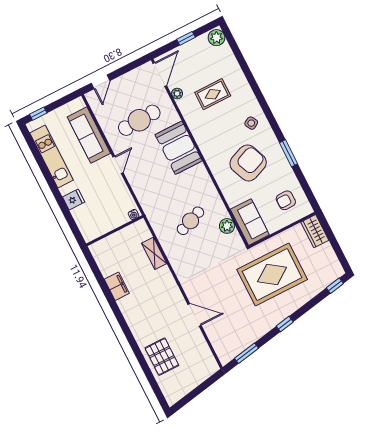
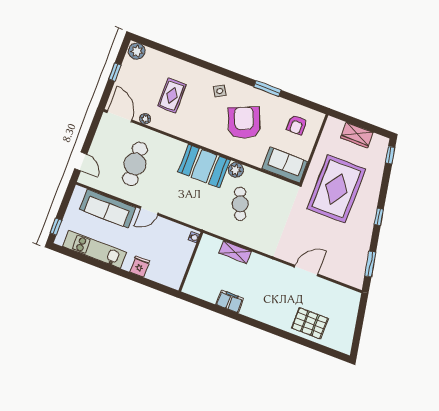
booth: (179, 148) -> (204, 166), moved
door: (118, 165) -> (149, 211), swing flipped
plant: (227, 226) -> (236, 170), moved
wardrobe: (315, 231) -> (357, 135), moved

